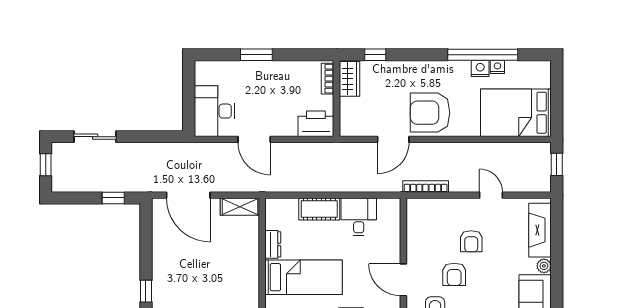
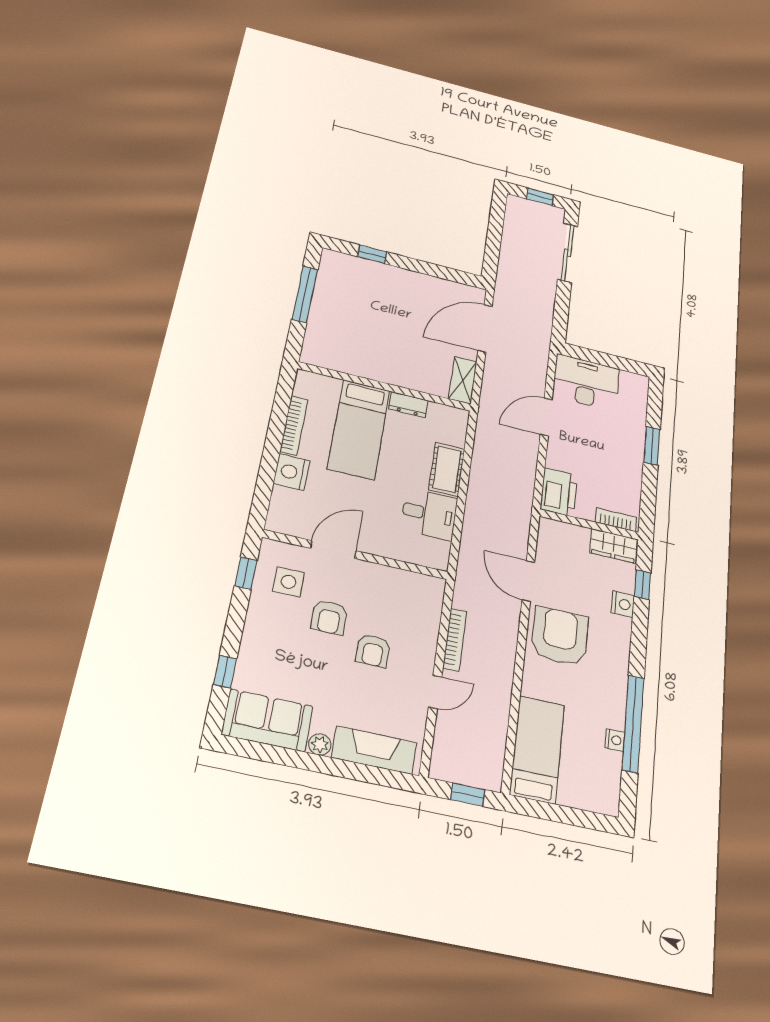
nightstand: (480, 69) -> (623, 604), moved
bed: (516, 113) -> (537, 749), width x0.67
sliding door: (95, 137) -> (568, 253), width x1.37
bookcase: (426, 187) -> (455, 640), moved
window: (113, 198) -> (492, 251), removed
armchair: (471, 241) -> (373, 650), turned -90
armchair: (454, 274) -> (329, 617), turned -90

